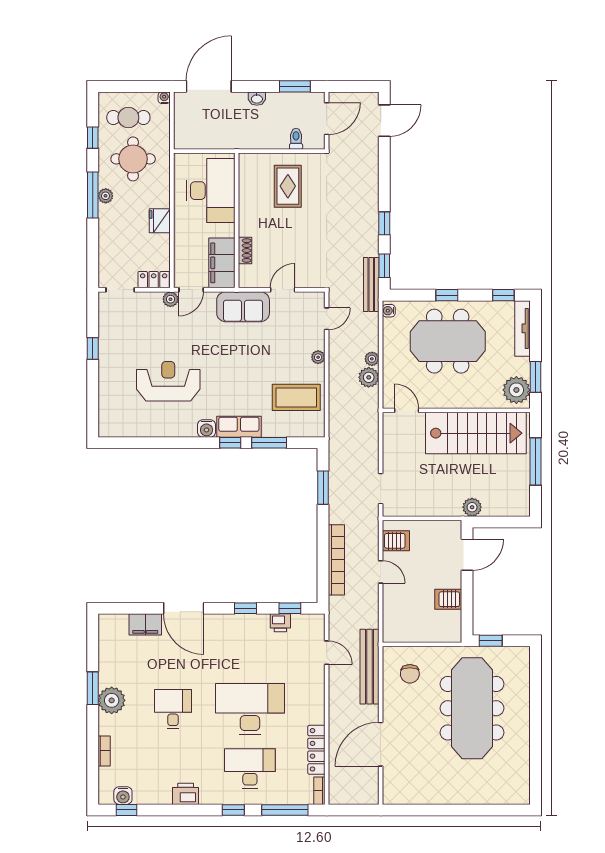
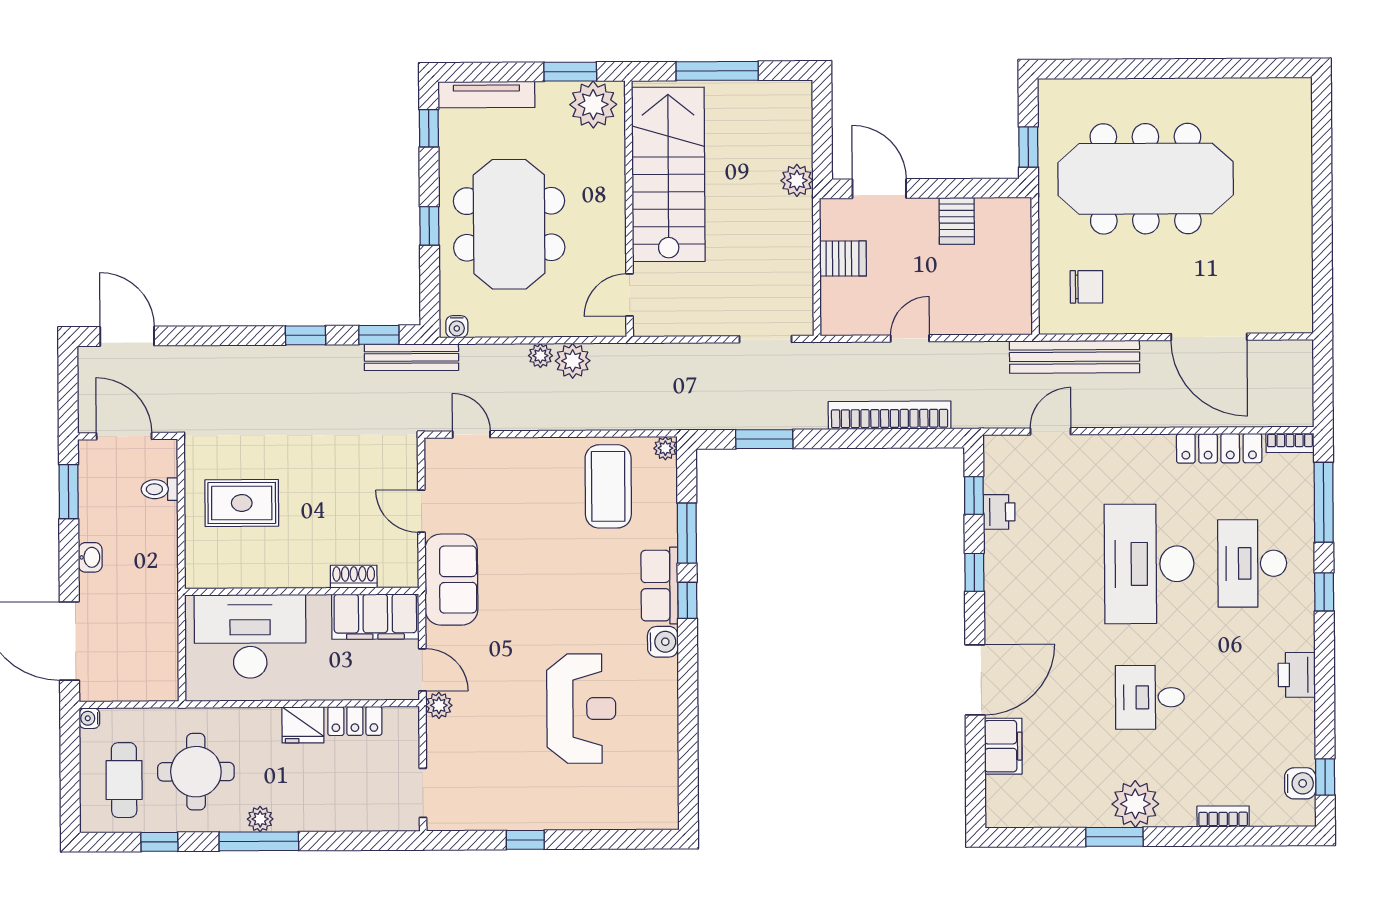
locker: (154, 280) -> (355, 721), moved, turned -90
plant: (318, 357) -> (665, 448), moved
reception desk: (168, 381) -> (581, 709), turned 180
server rack: (396, 541) -> (843, 259), moved, turned 90

